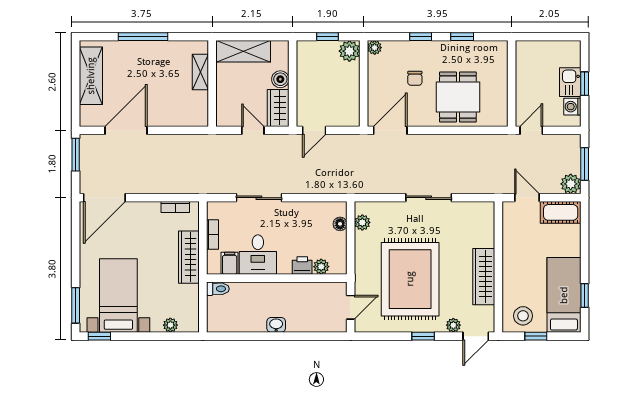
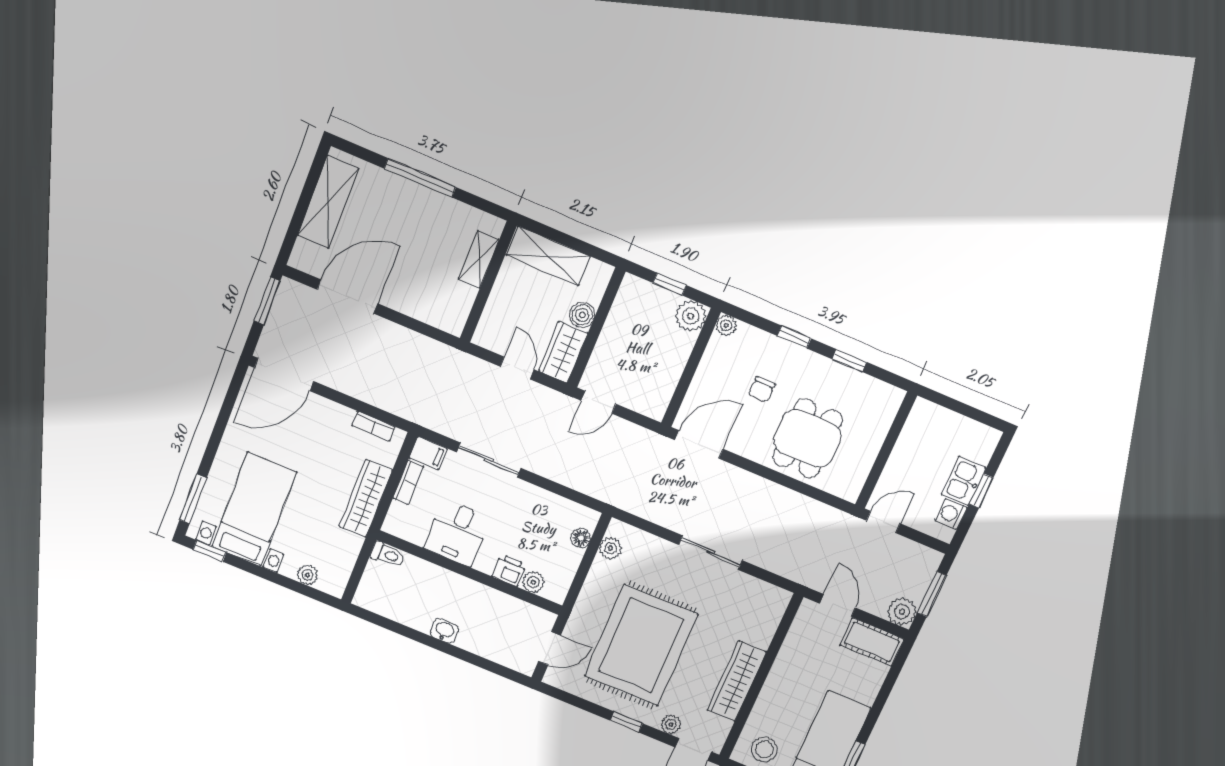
filing cabinet: (230, 263) -> (428, 453), moved, turned 90

